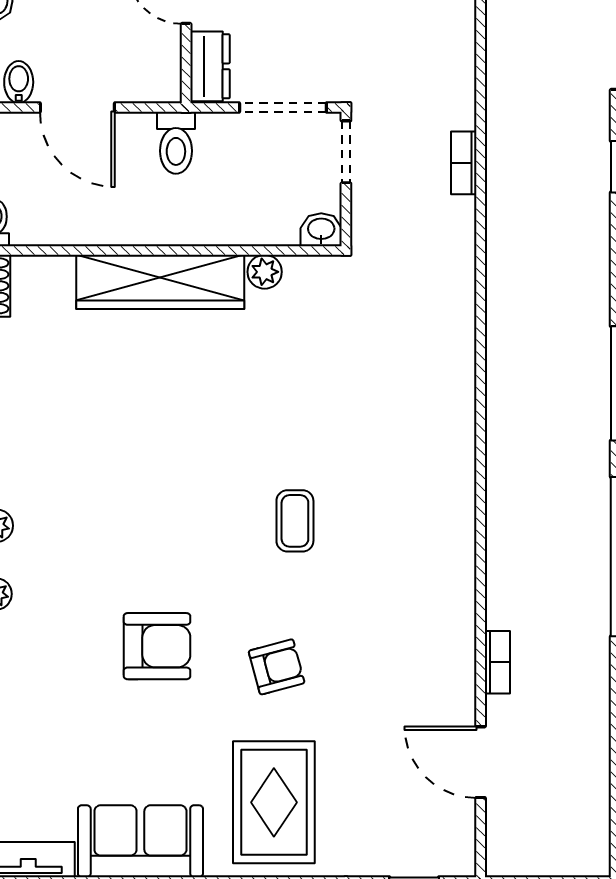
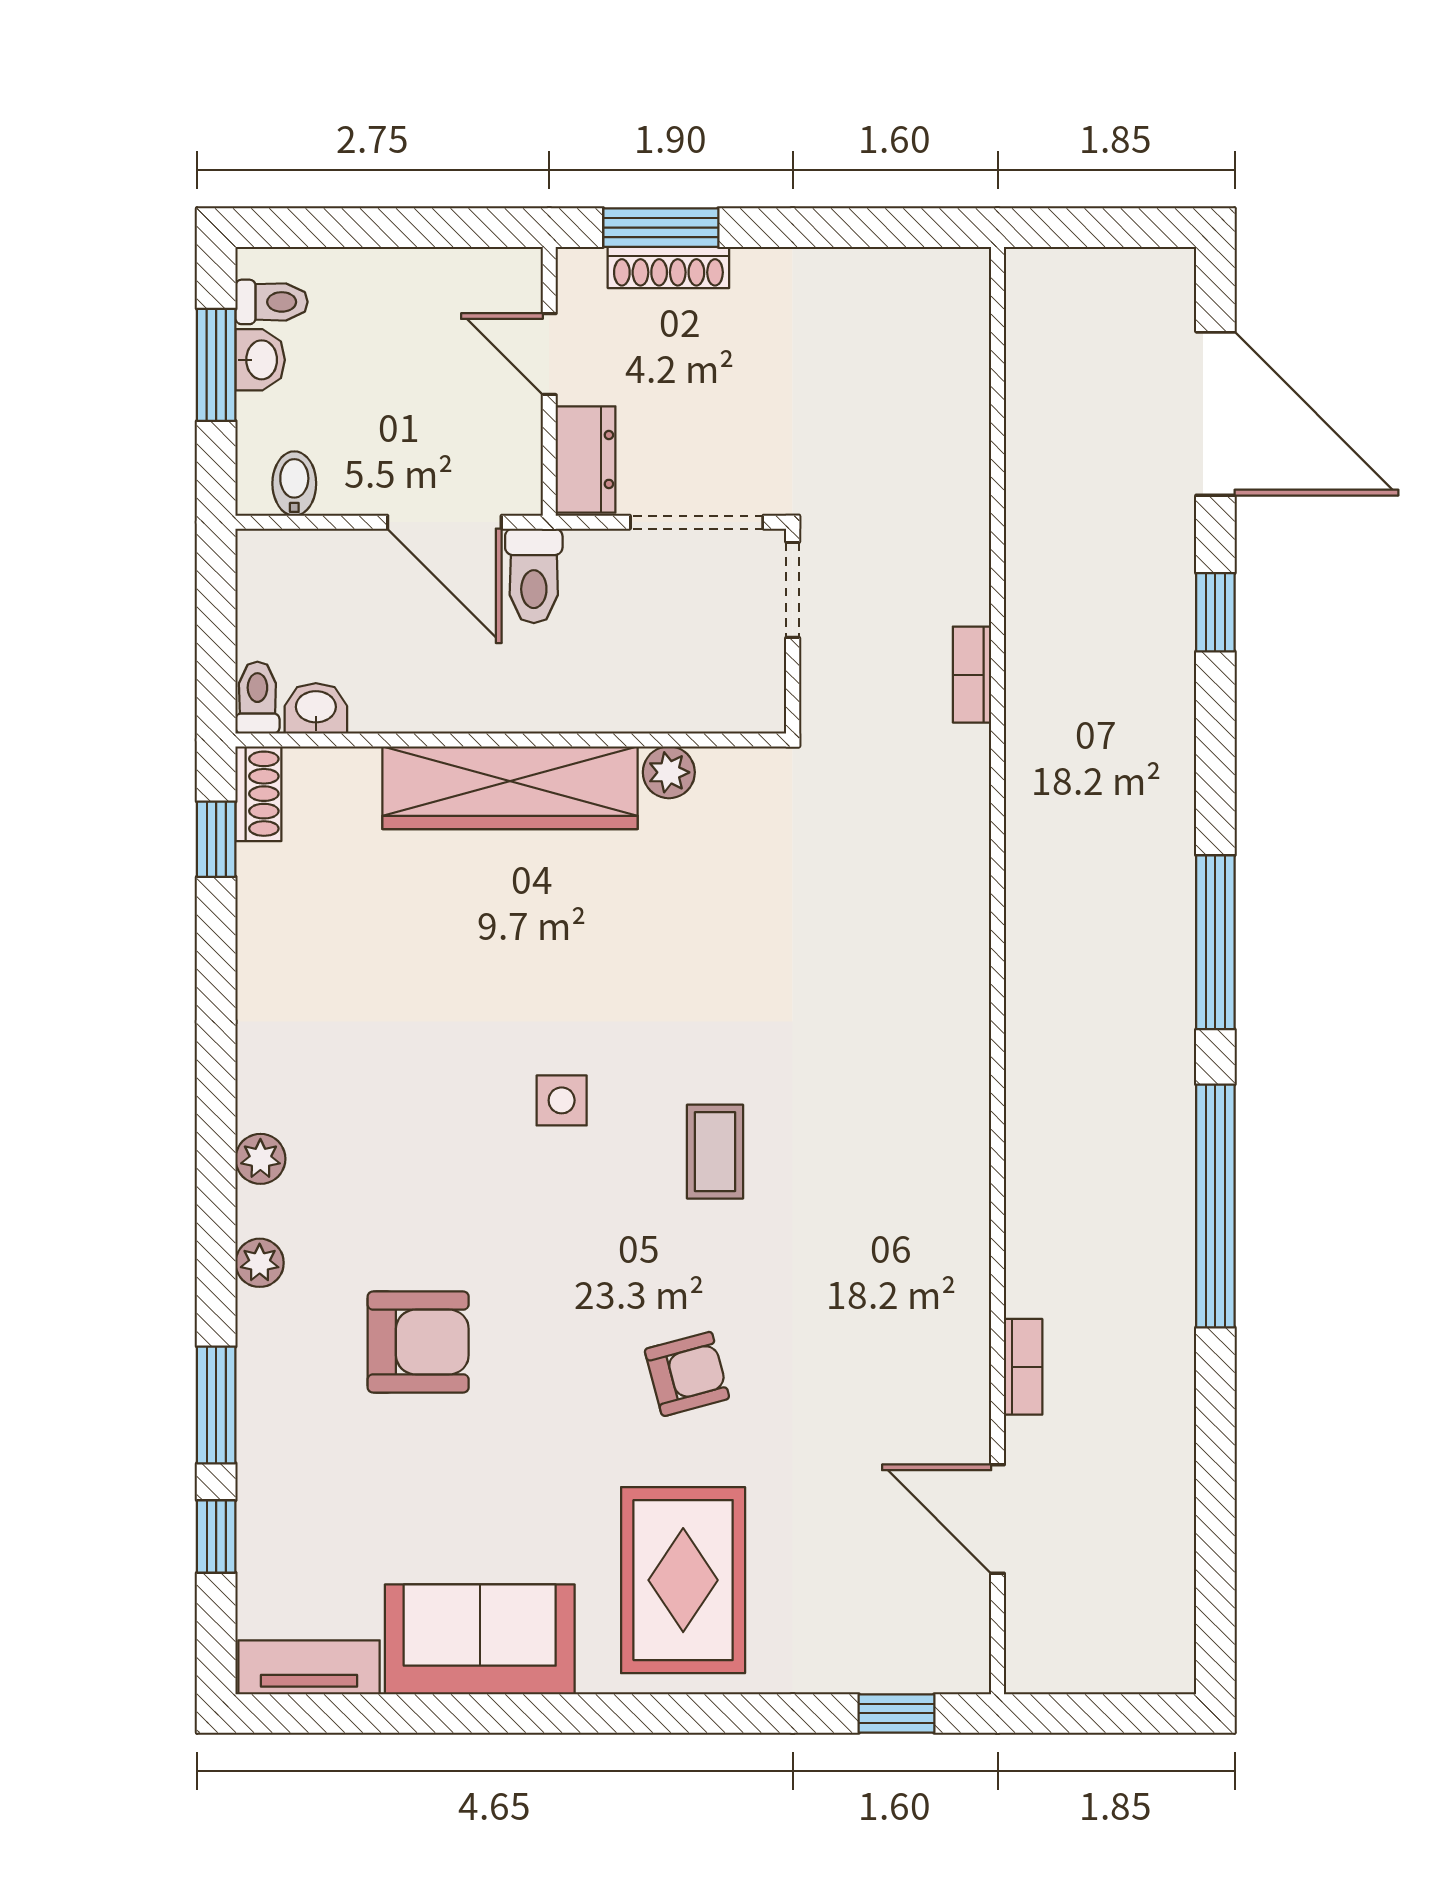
door: (77, 107) -> (444, 522), moved
bookcase: (464, 163) -> (972, 675), moved
washbasin: (321, 230) -> (316, 708), moved
side table: (194, 487) -> (562, 1100), added
armchair: (157, 646) -> (418, 1342), moved

